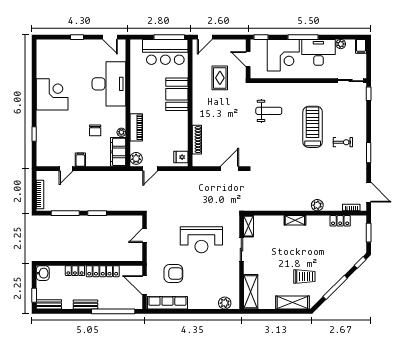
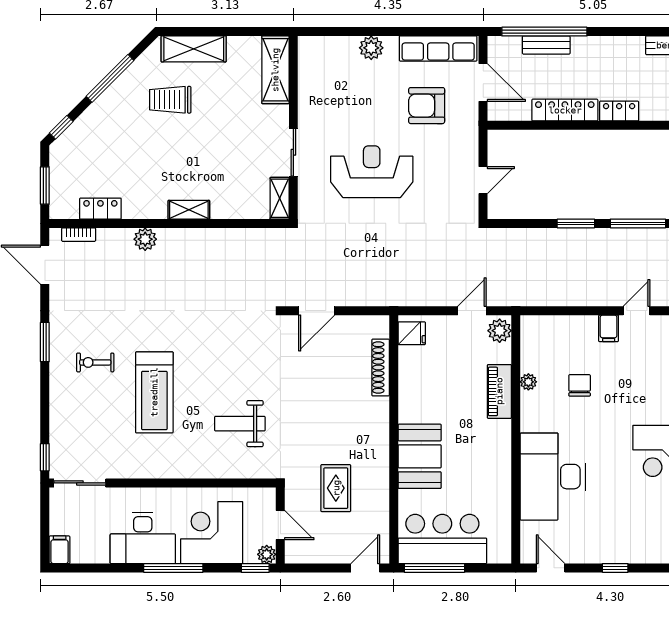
plant: (341, 44) -> (267, 554), moved
filing cabinet: (118, 152) -> (535, 343), removed
plant: (225, 303) -> (371, 48), moved
bench: (86, 304) -> (546, 45), moved

